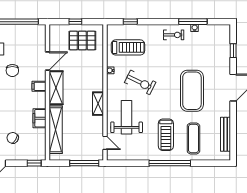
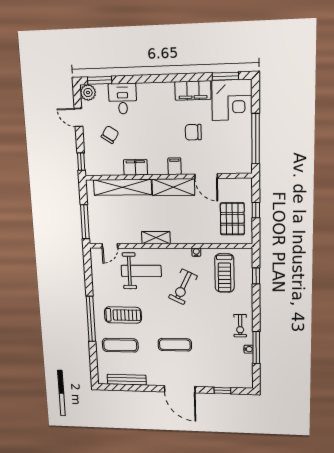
exercise mat: (192, 91) -> (175, 345), width x0.50, depth x0.69
treadmill: (166, 135) -> (123, 315), turned 180

